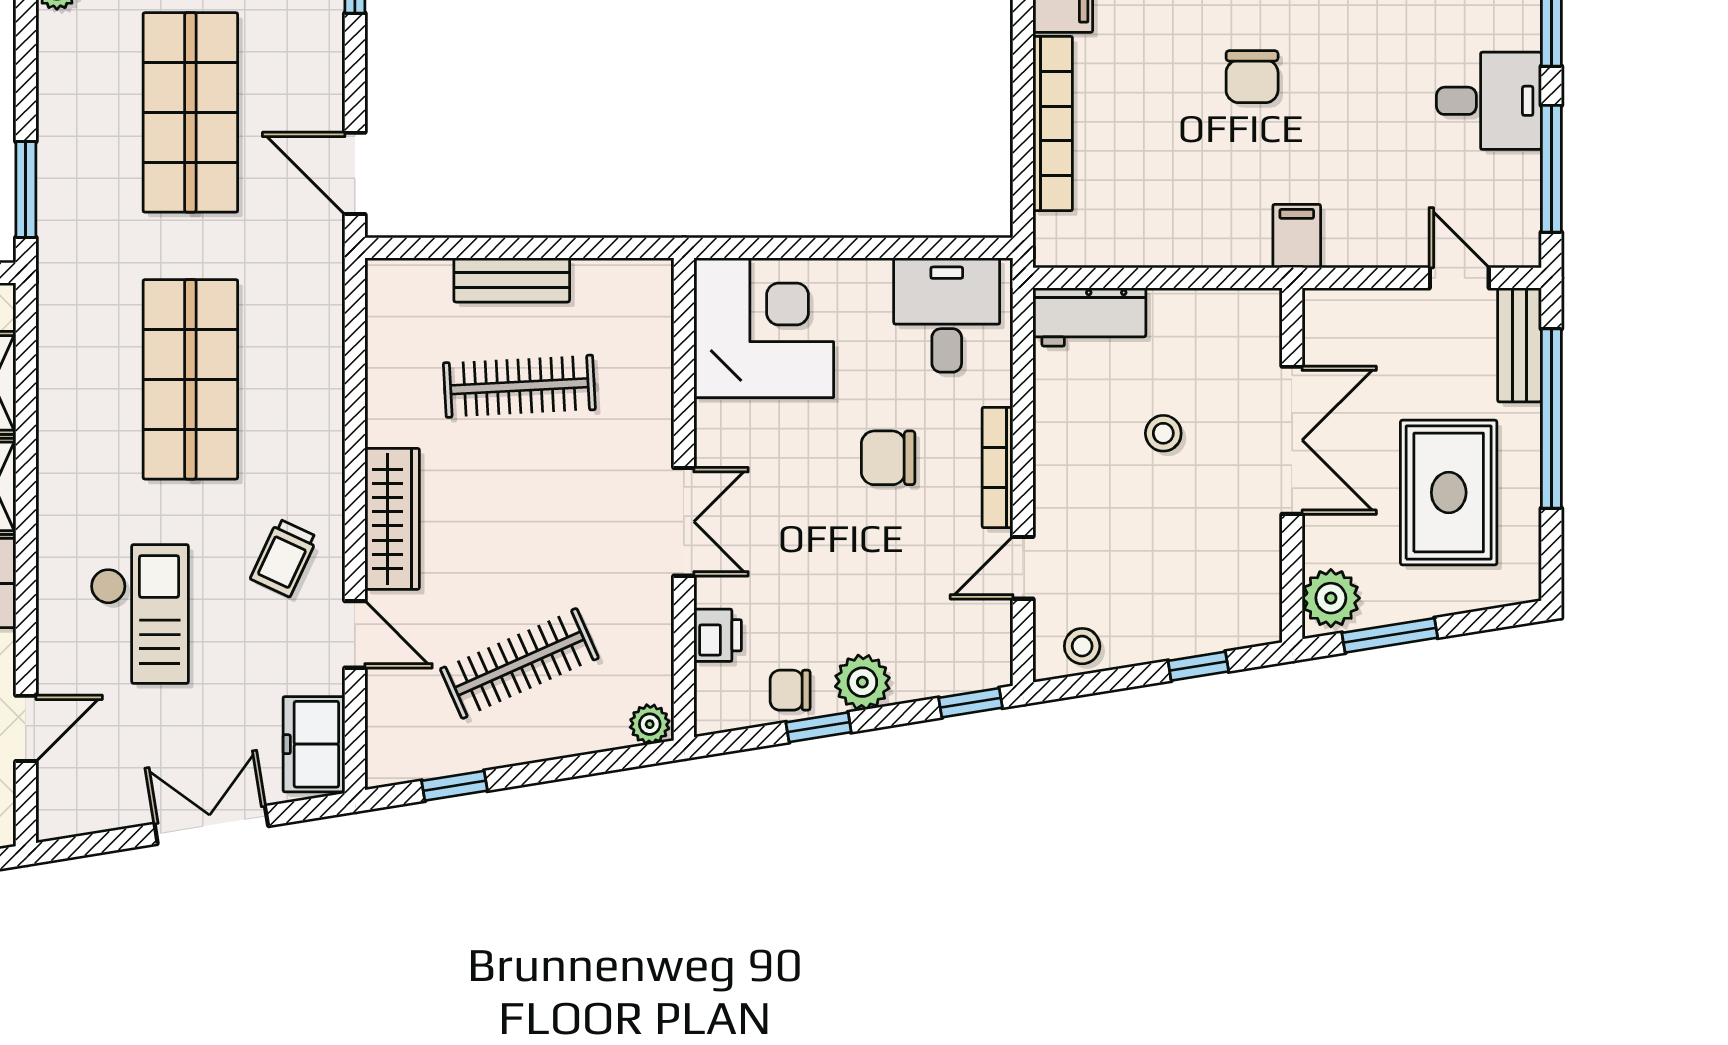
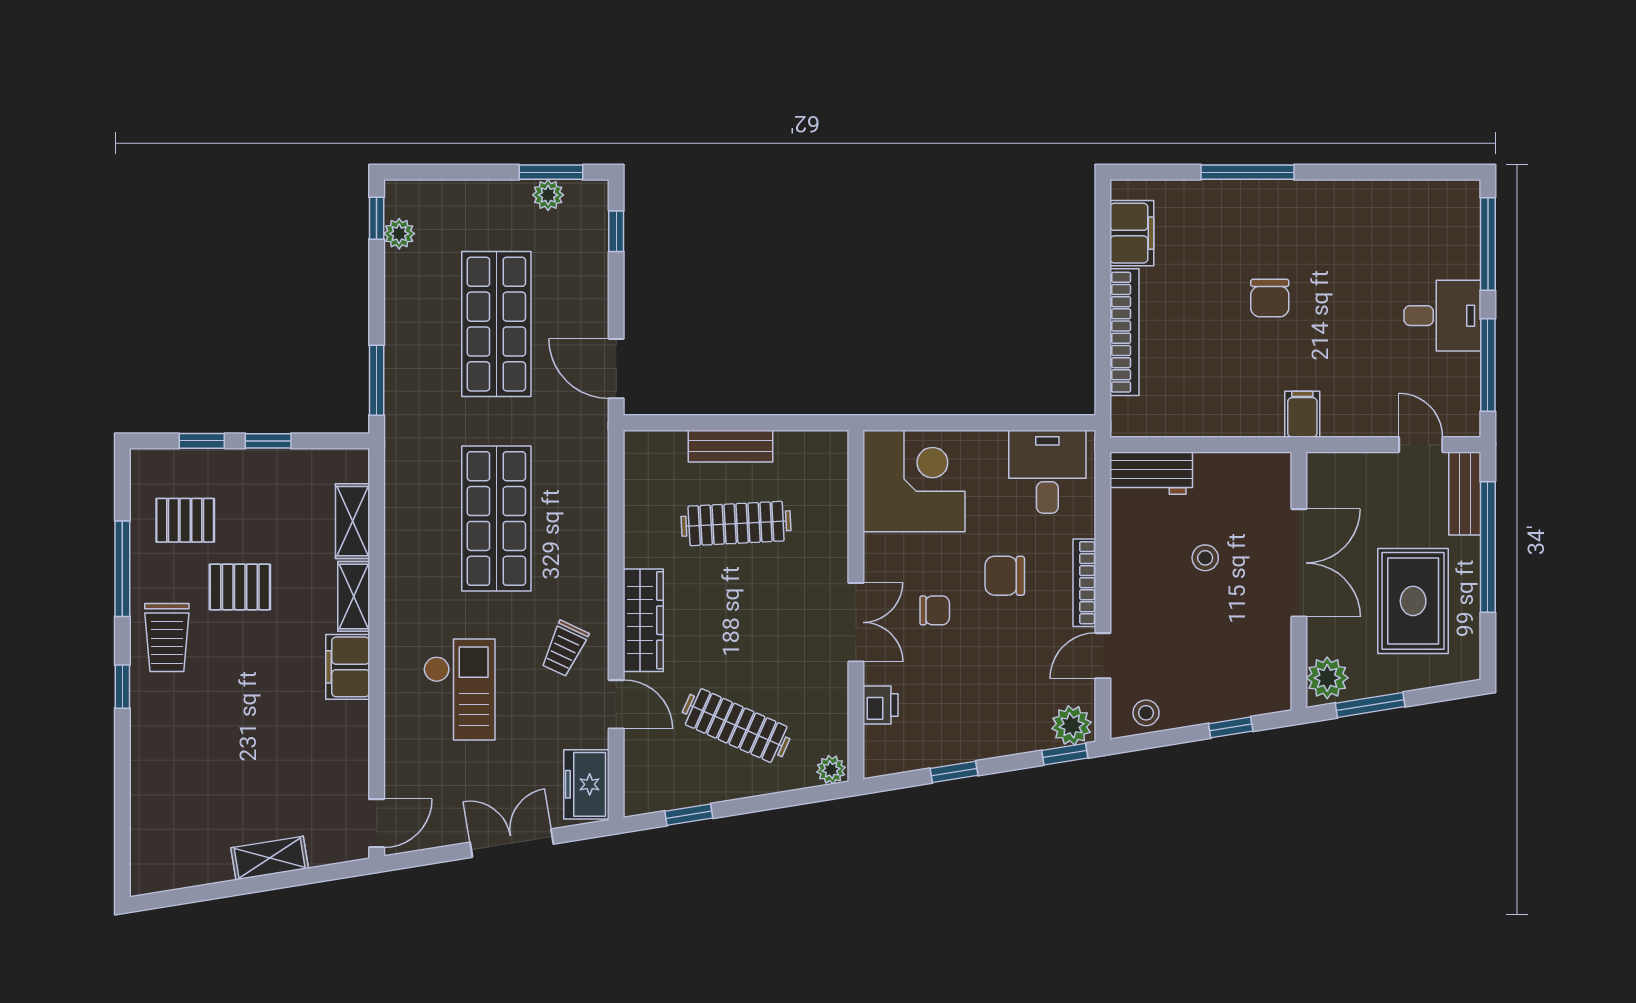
clothes rail: (519, 663) -> (736, 726), turned 48
plant: (862, 682) -> (1072, 725), moved
chair: (790, 690) -> (935, 610), moved, turned 180
door: (26, 728) -> (377, 823), moved

